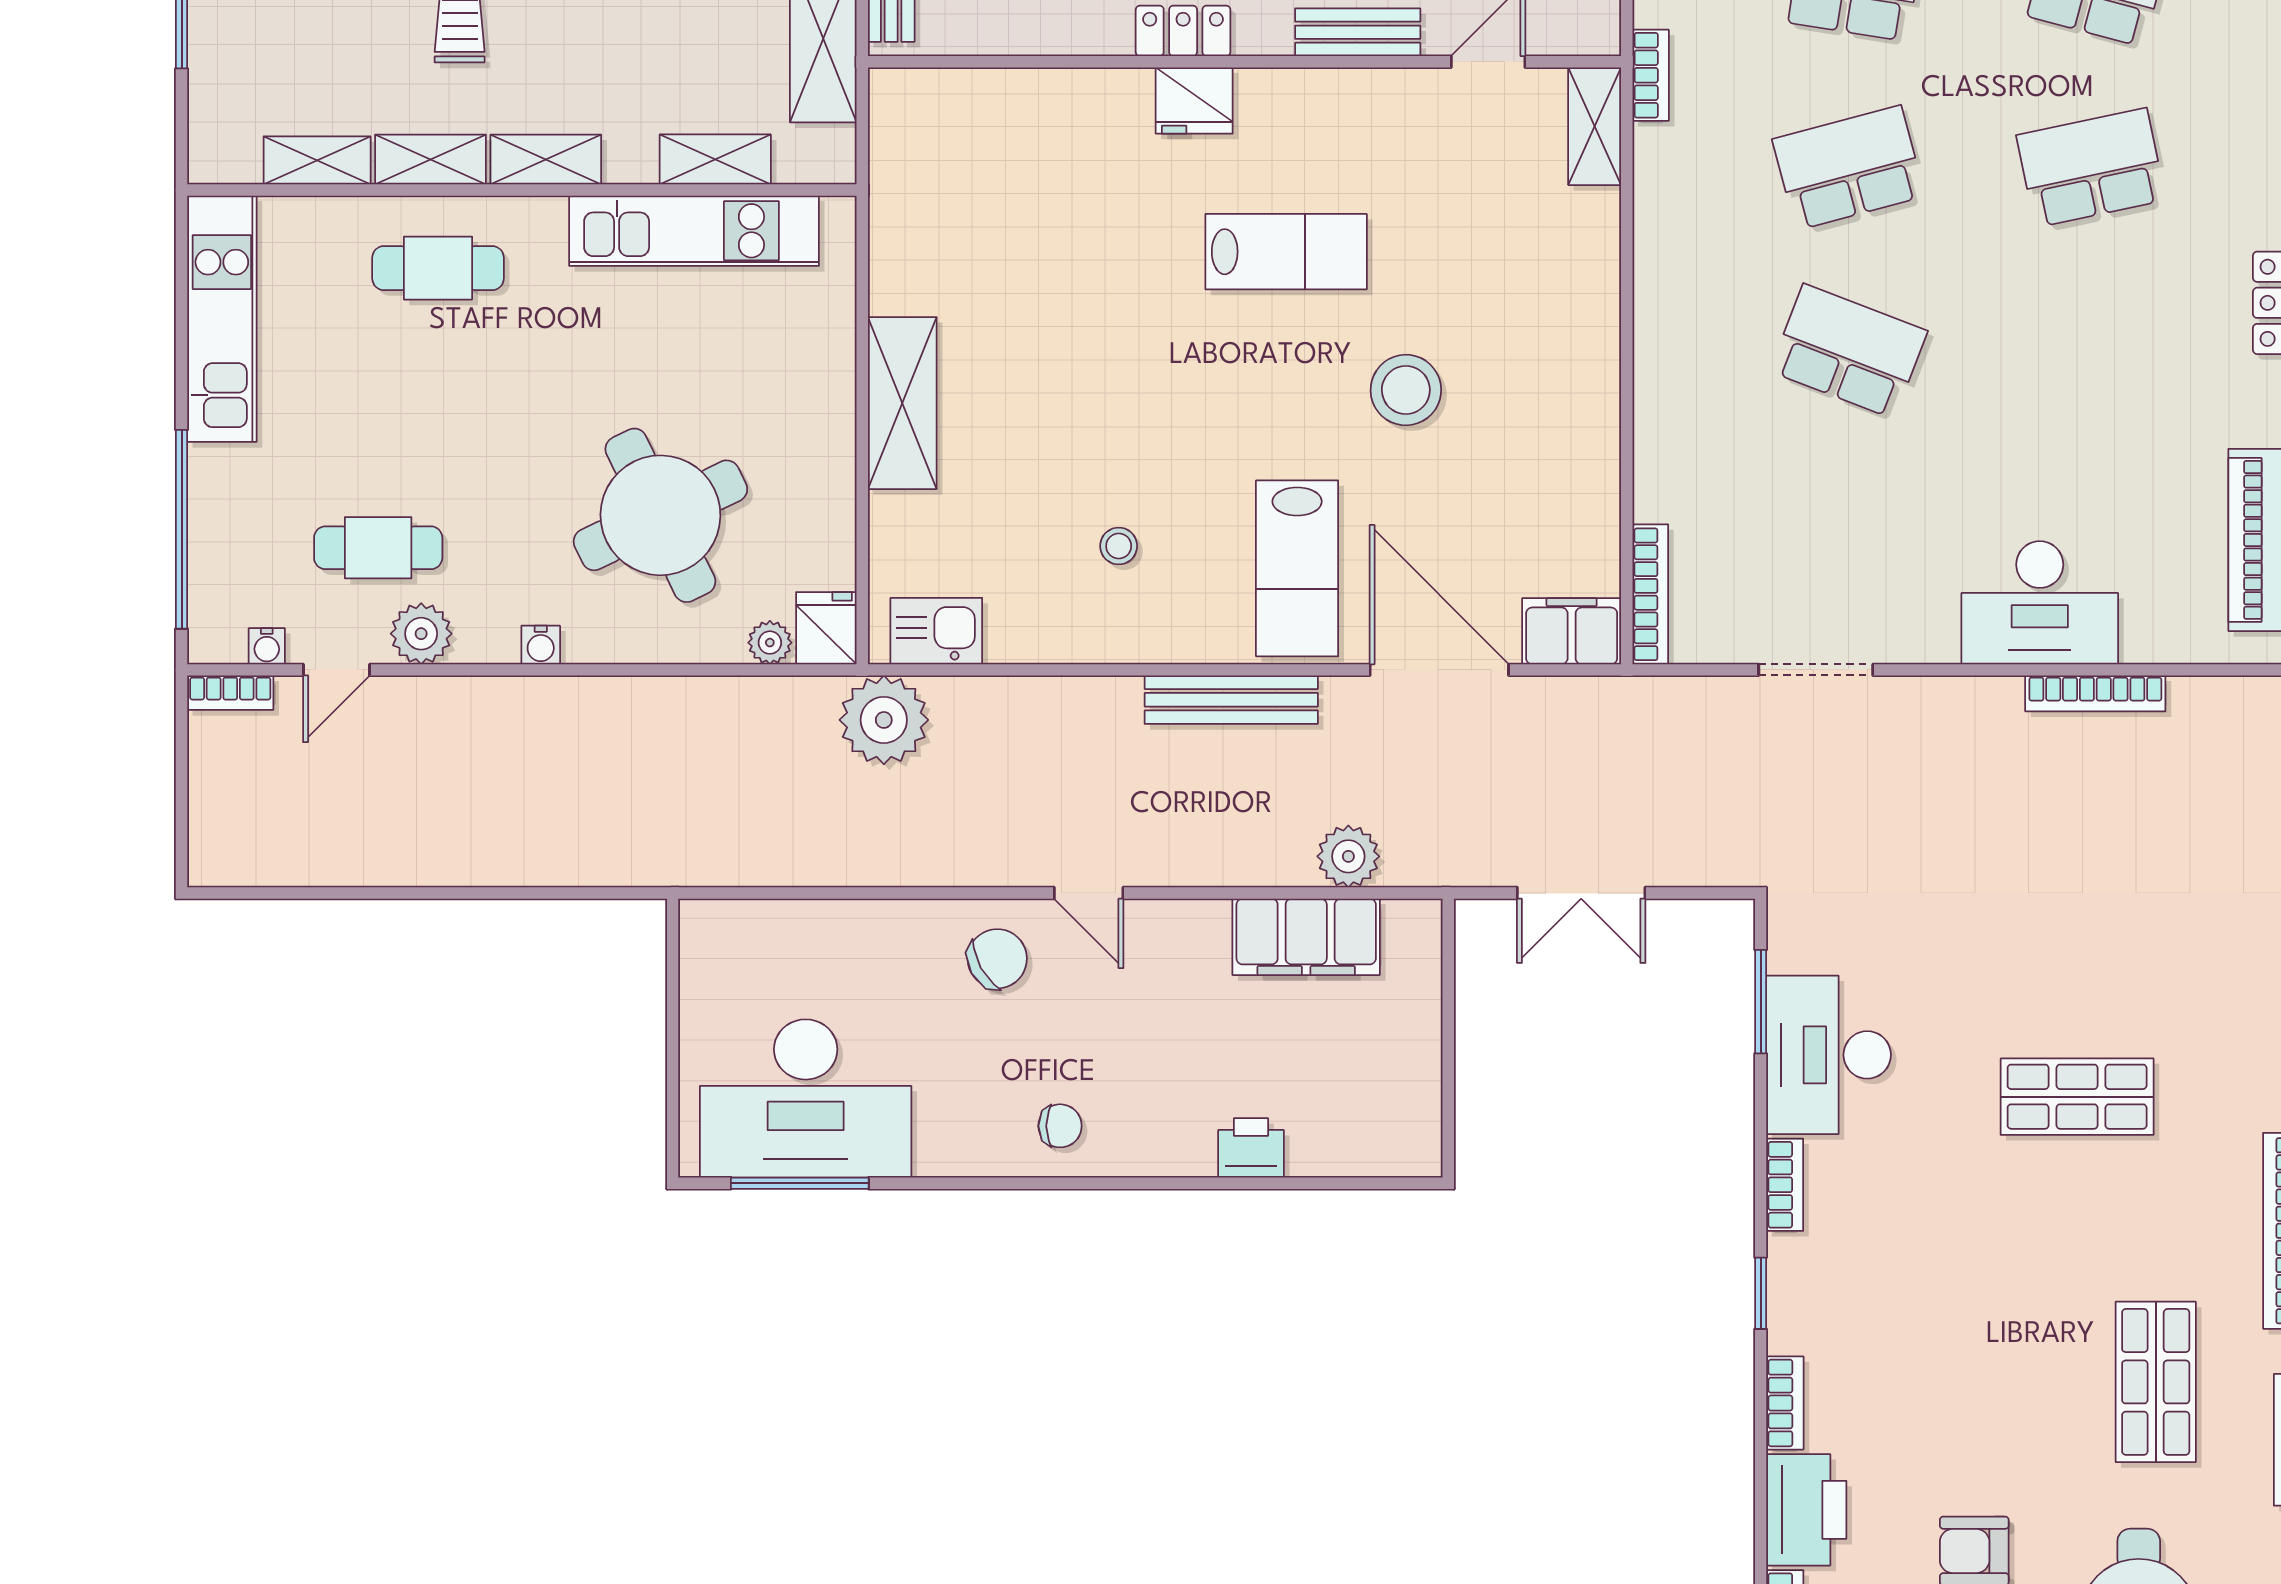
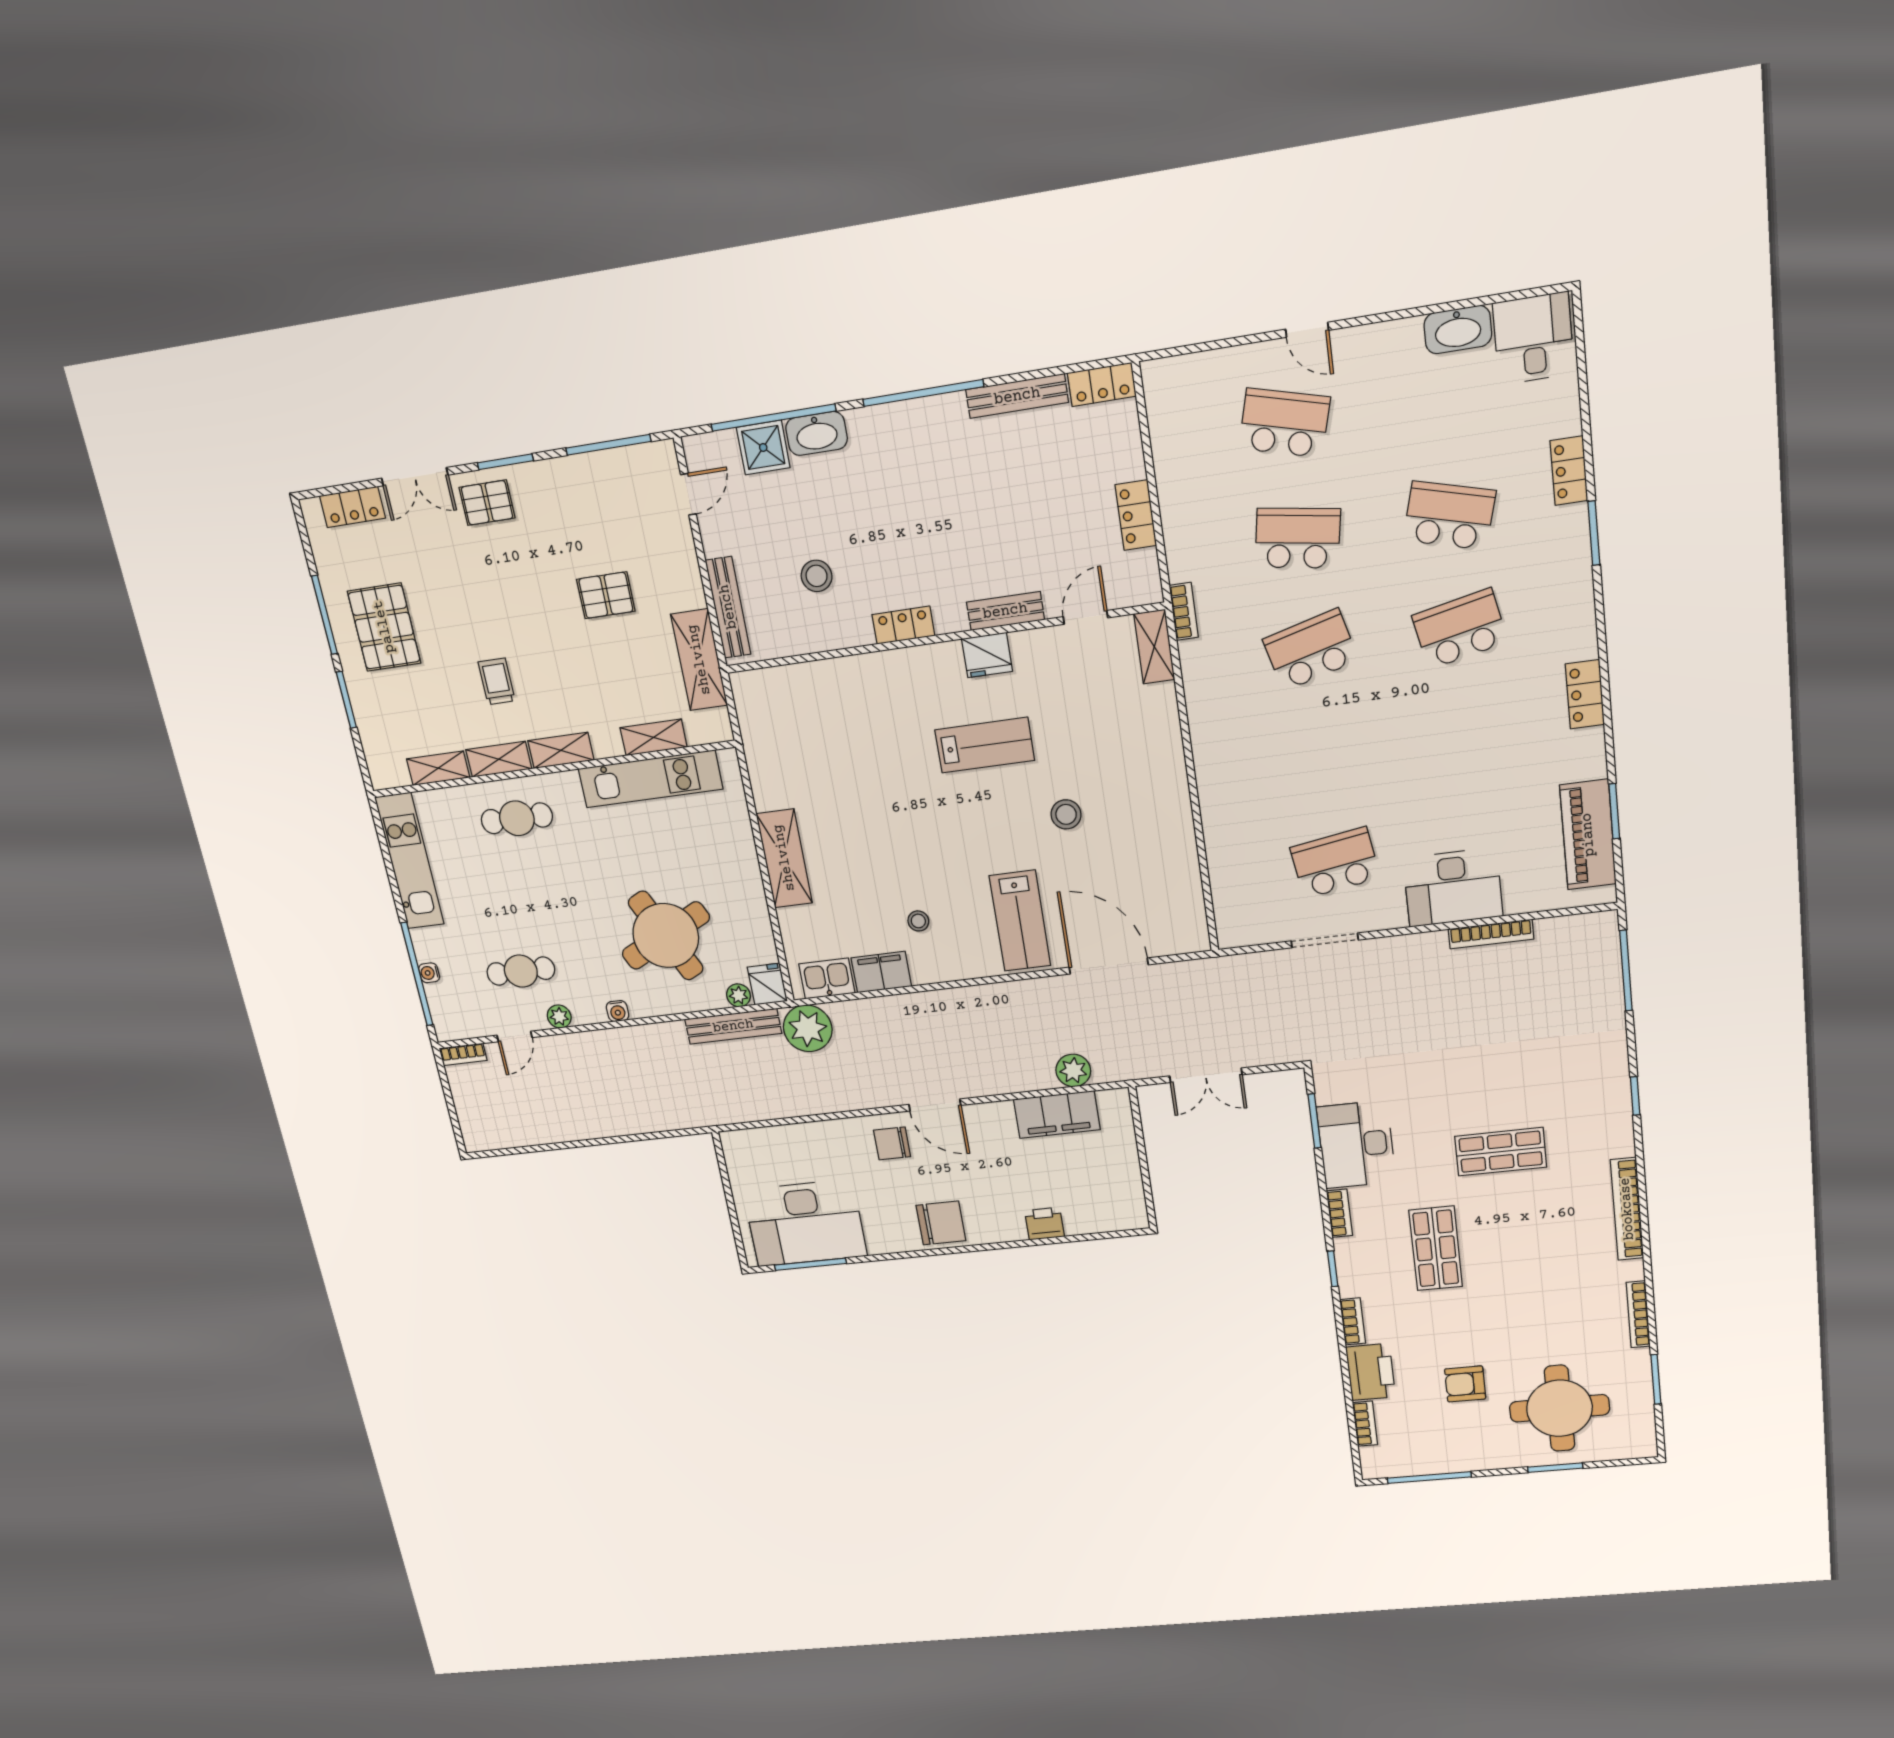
fridge: (1194, 100) -> (987, 655), moved
school desk: (1849, 351) -> (1335, 863), moved, turned -30
stool: (1406, 390) -> (1066, 814), width x0.73, depth x0.73
bookcase: (1650, 594) -> (1223, 910), removed
filing cabinet: (1572, 631) -> (881, 972), moved
plant: (421, 634) -> (559, 1016), width x0.73, depth x0.73
water cooler: (267, 646) -> (429, 973), moved, turned 90
bench: (1231, 700) -> (733, 1026), moved
door: (1089, 893) -> (935, 1105), width x1.38
chair: (997, 959) -> (892, 1143), turned -151
chair: (1060, 1126) -> (941, 1223), width x1.87, depth x1.87
shop shelf: (2156, 1382) -> (1436, 1248), moved

